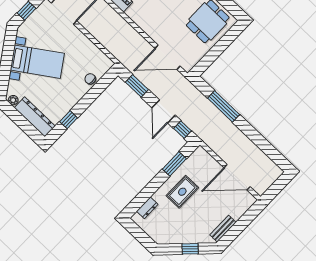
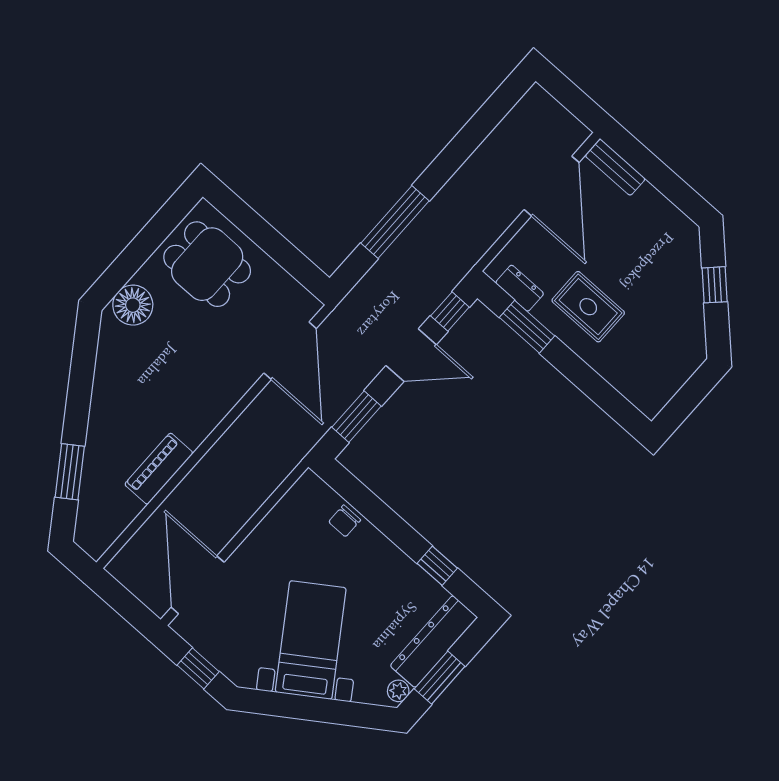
window: (18, 119) -> (440, 678), added
dresser: (147, 208) -> (520, 288), moved
bench: (223, 229) -> (615, 167), moved

